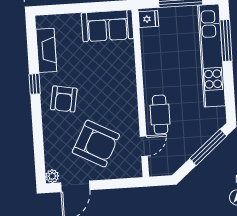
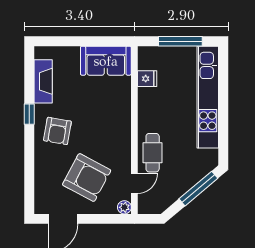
fridge: (148, 19) -> (147, 79), moved
window: (226, 41) -> (223, 83), removed
plant: (52, 176) -> (124, 207), moved

